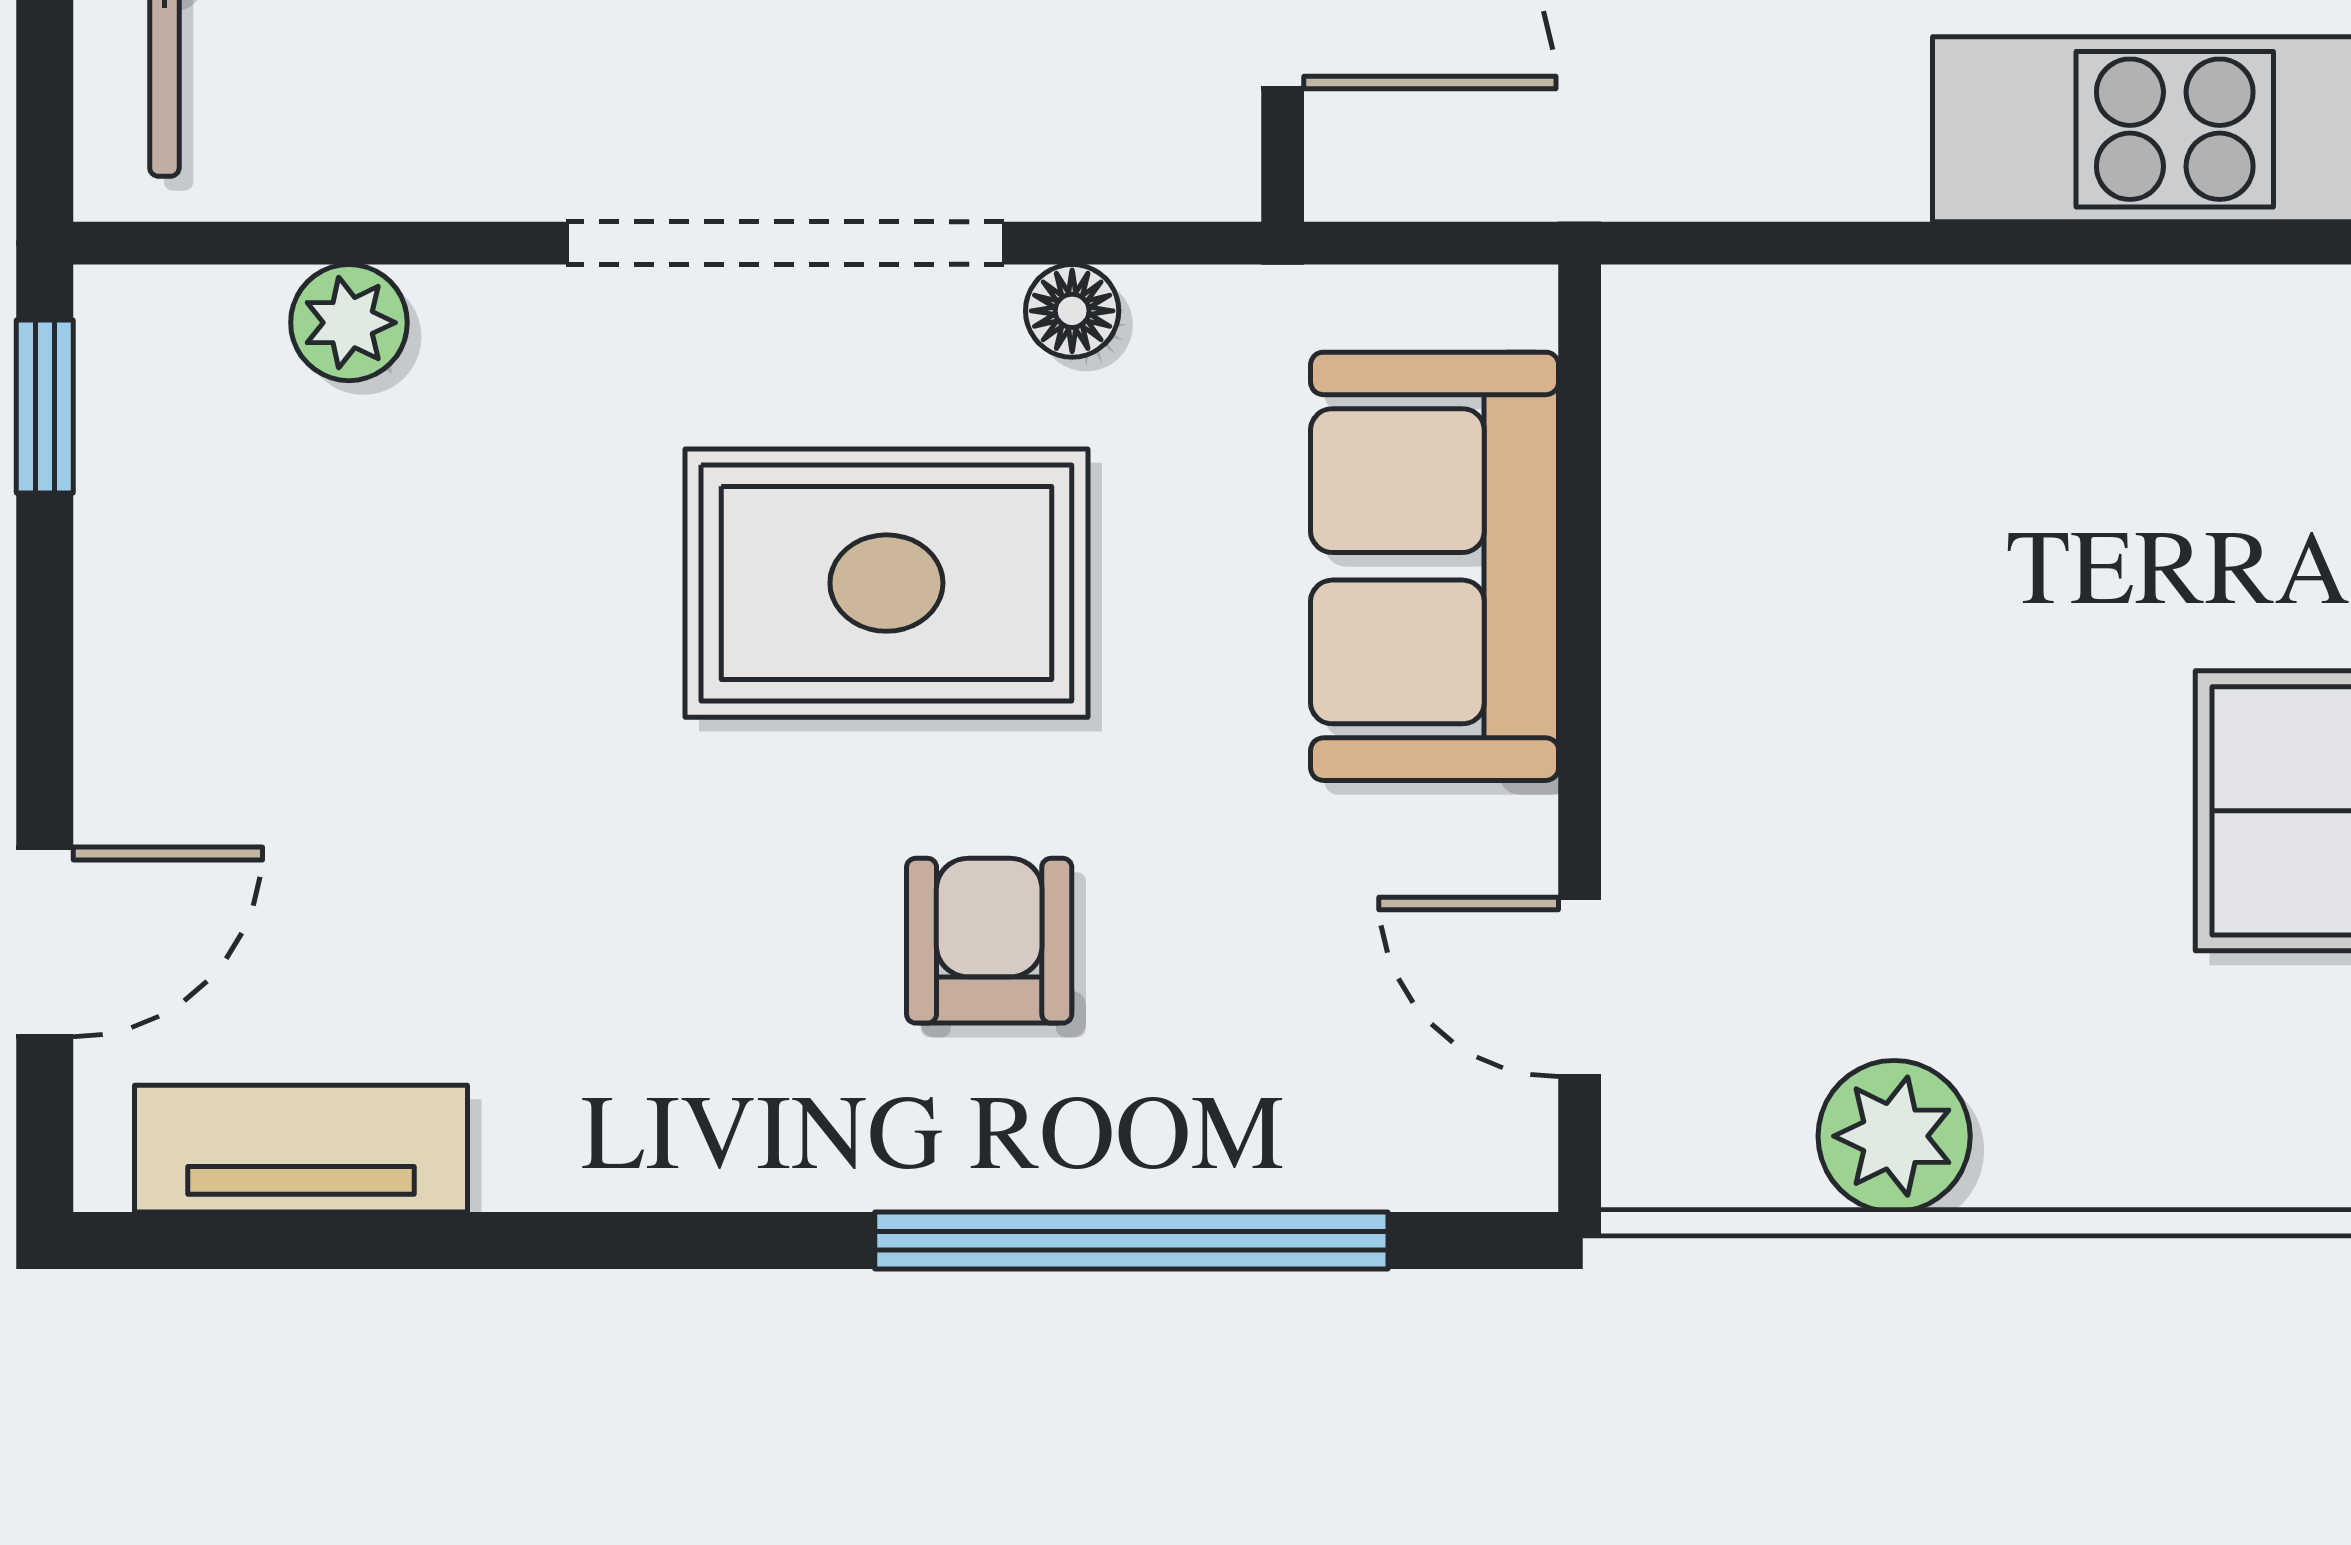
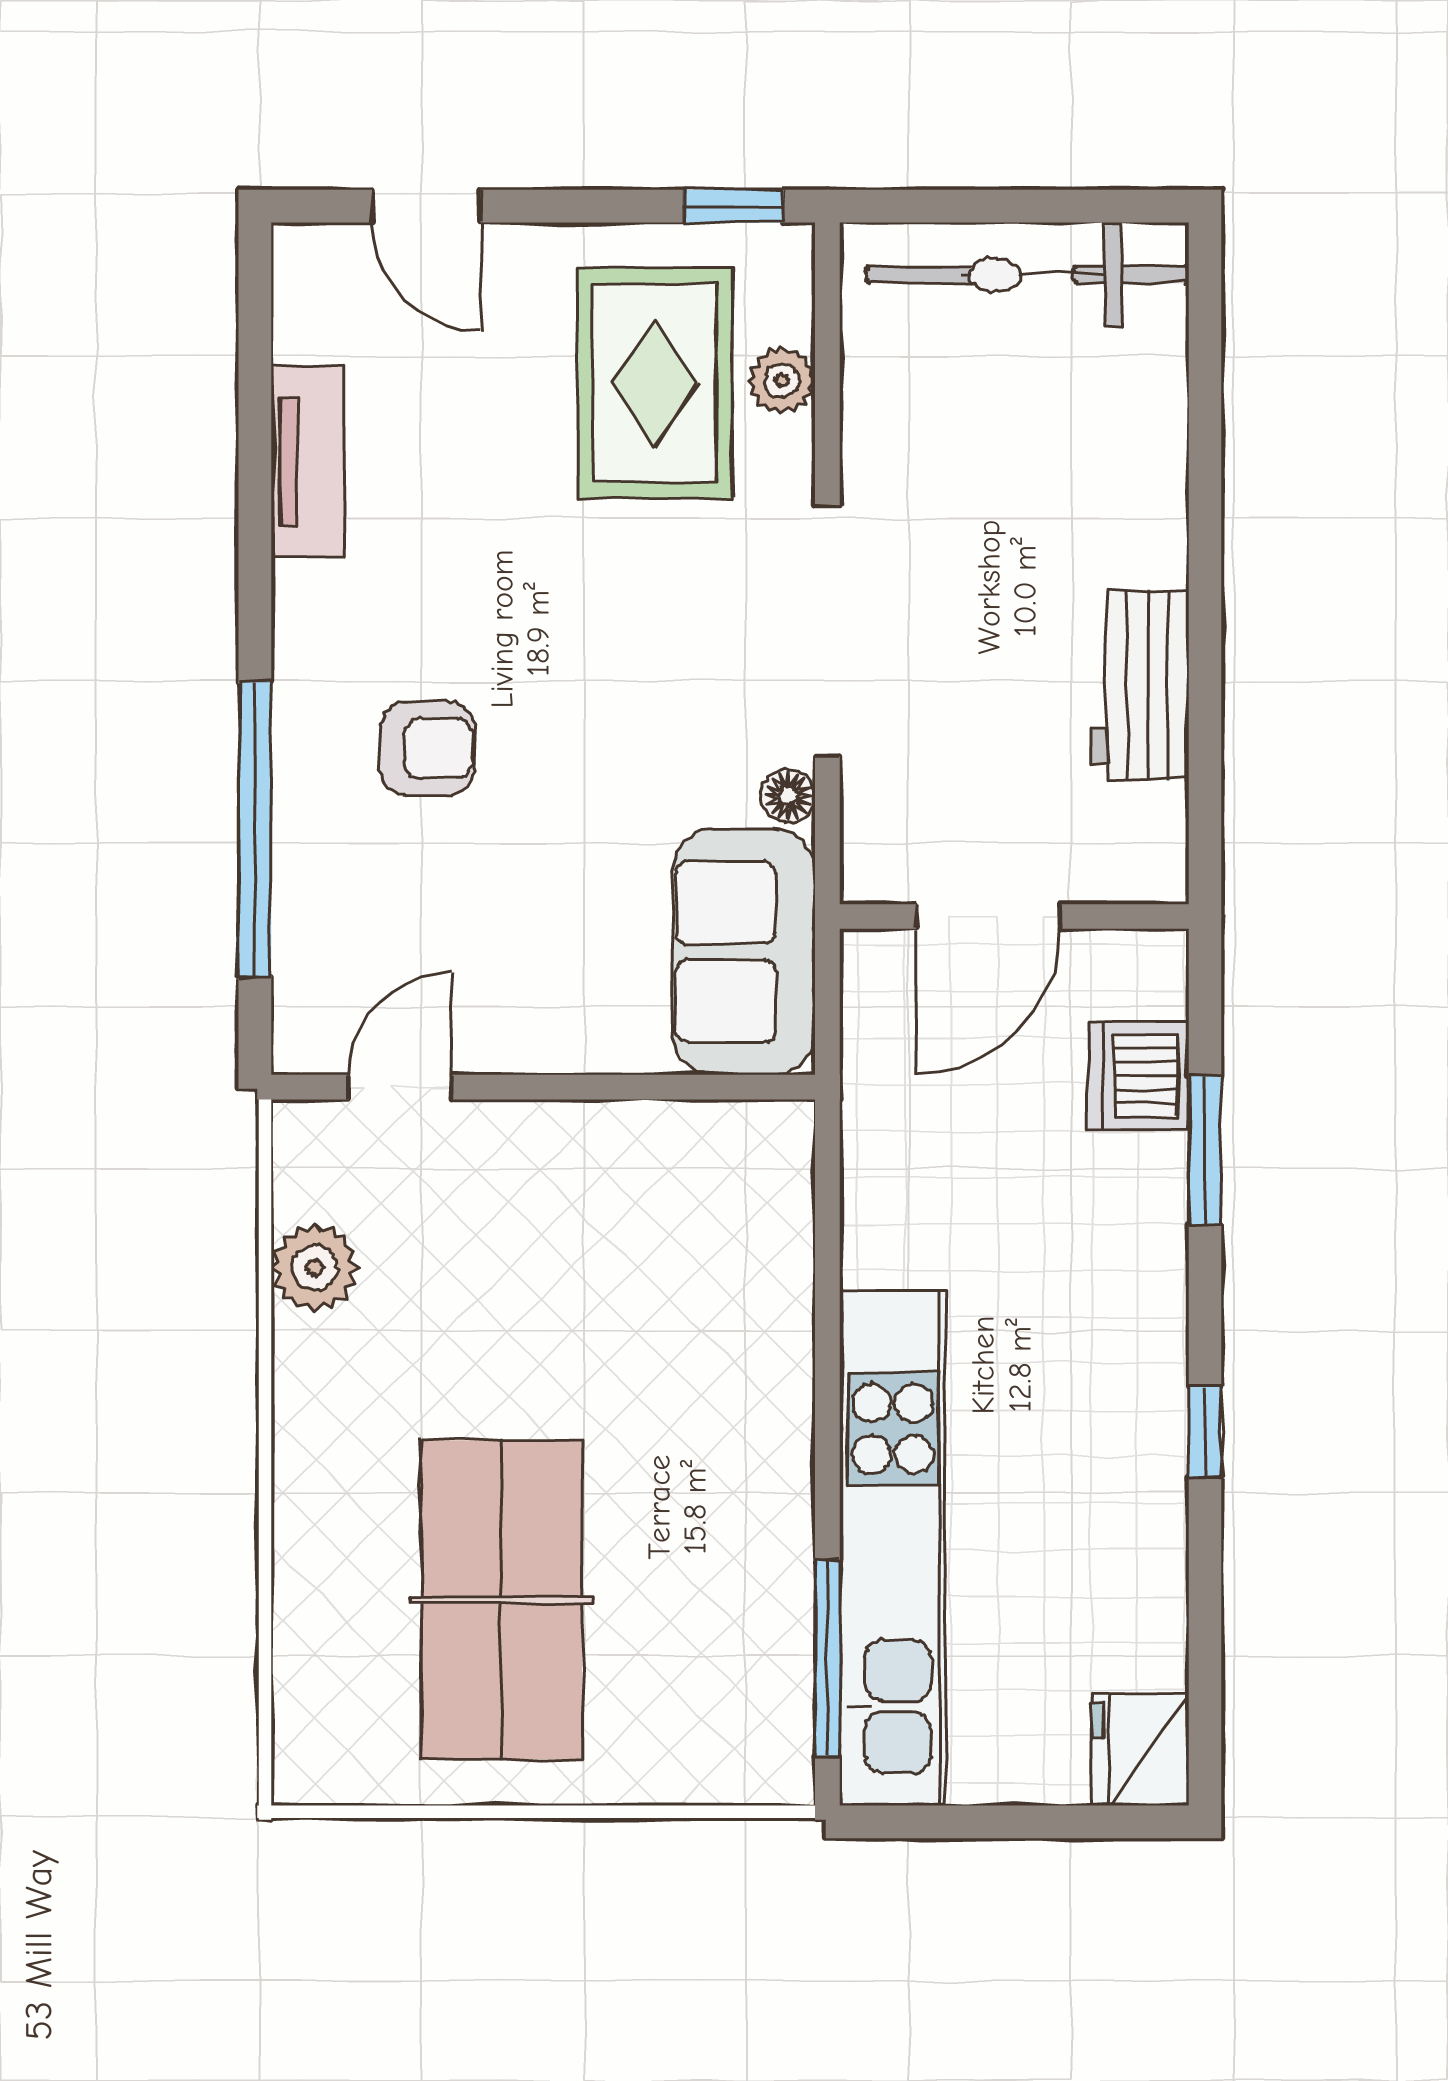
sofa: (1435, 566) -> (744, 952), moved, turned -90
rug: (886, 583) -> (655, 383), moved
tv unit: (301, 1149) -> (308, 462), moved

